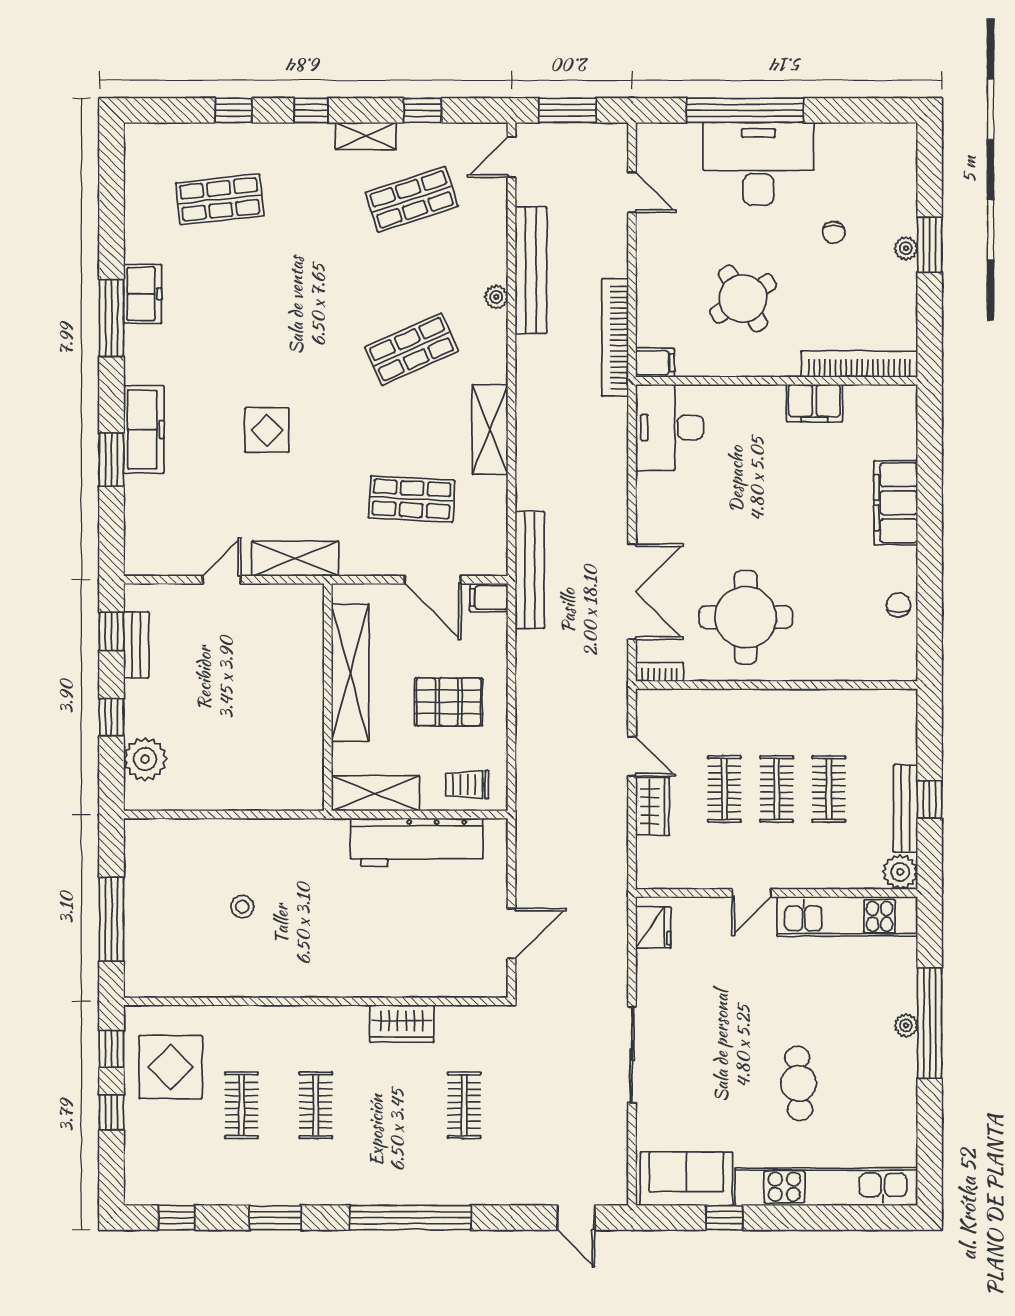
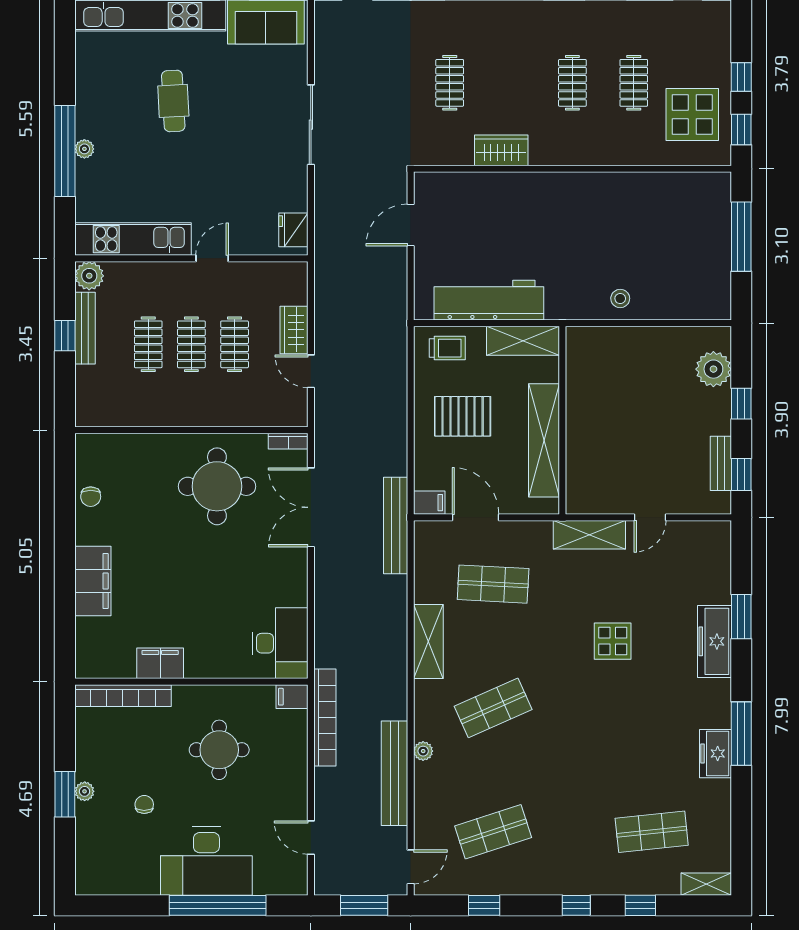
shelving: (366, 136) -> (706, 884), moved
round table: (743, 298) -> (219, 750), turned 32
stool: (242, 907) -> (620, 299), moved

